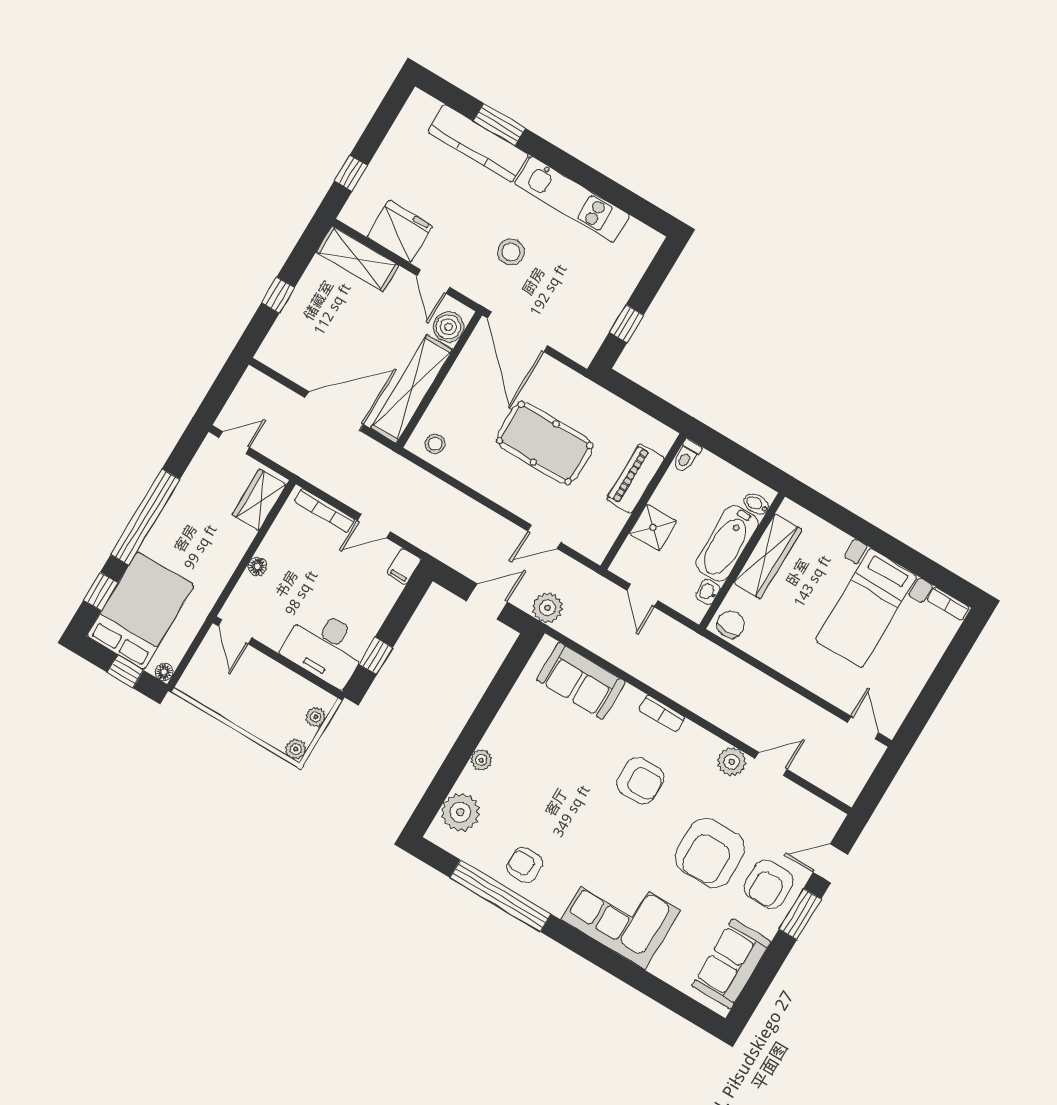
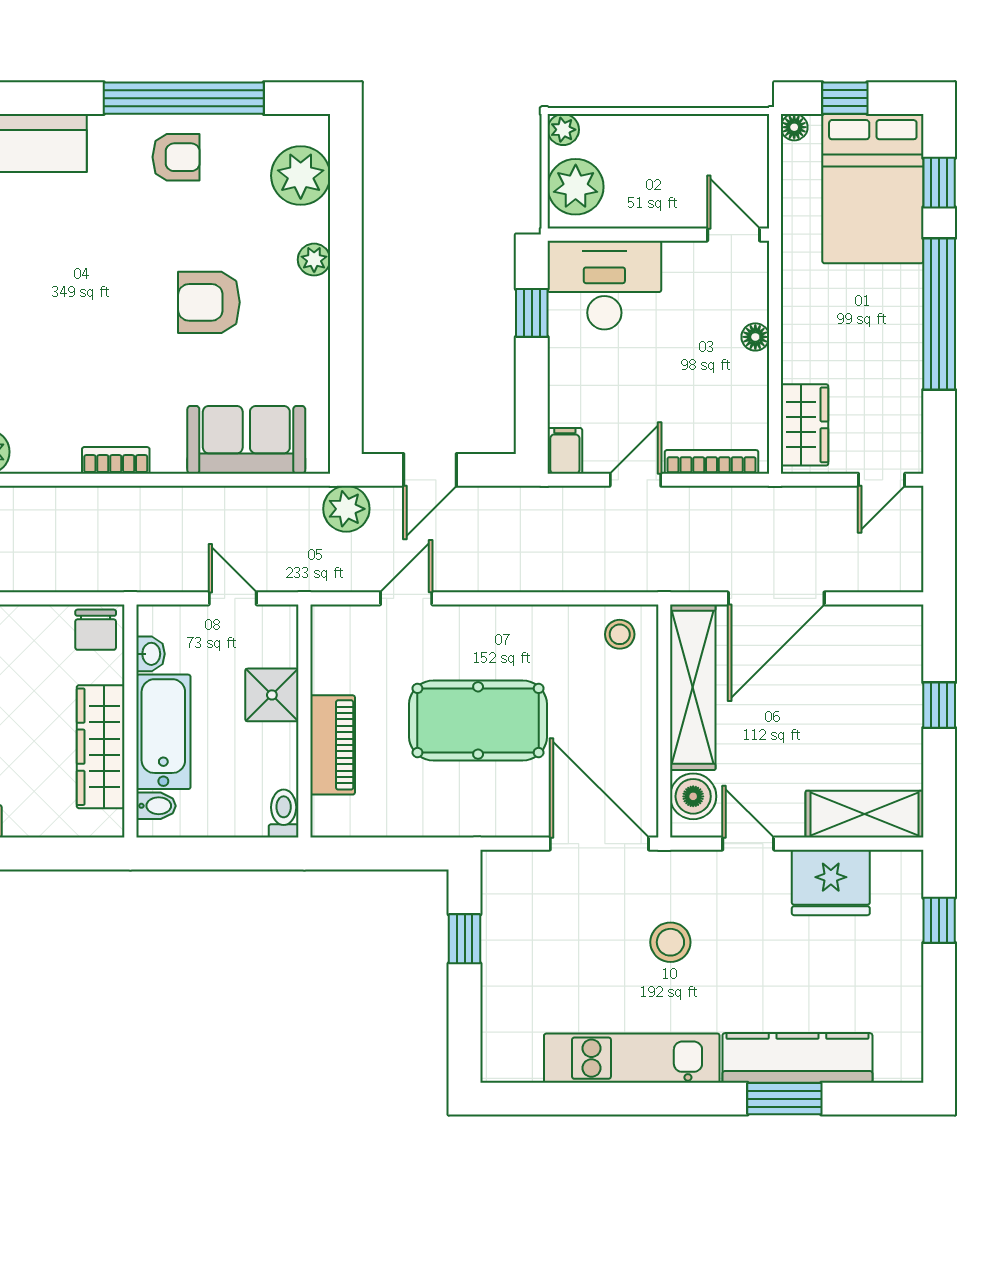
plant: (316, 717) -> (576, 187), width x1.87, depth x1.87
armchair: (640, 781) -> (209, 302), moved

